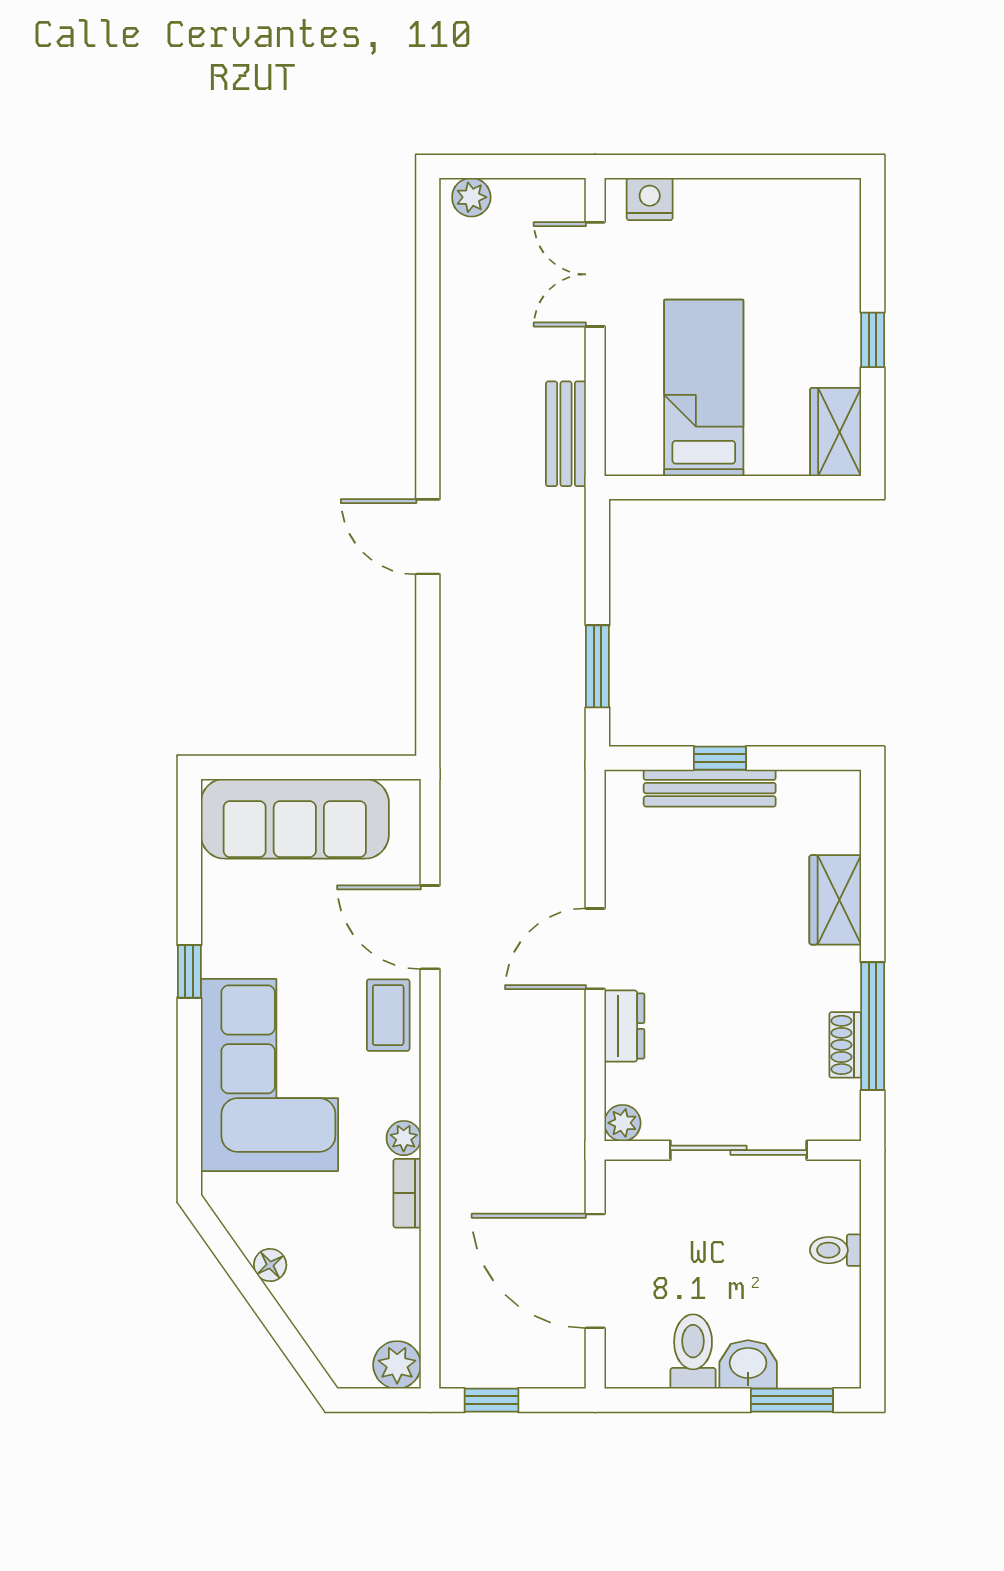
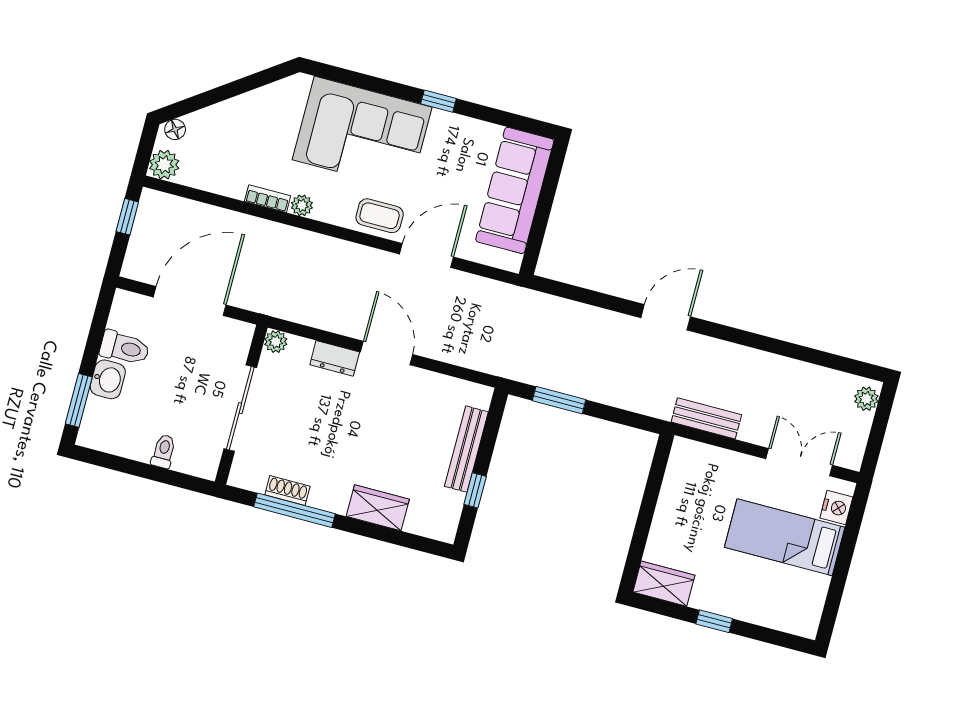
bed: (704, 388) -> (785, 537), moved, turned 180
window: (720, 758) -> (475, 490), moved
floor lamp: (270, 1265) -> (175, 129), moved

